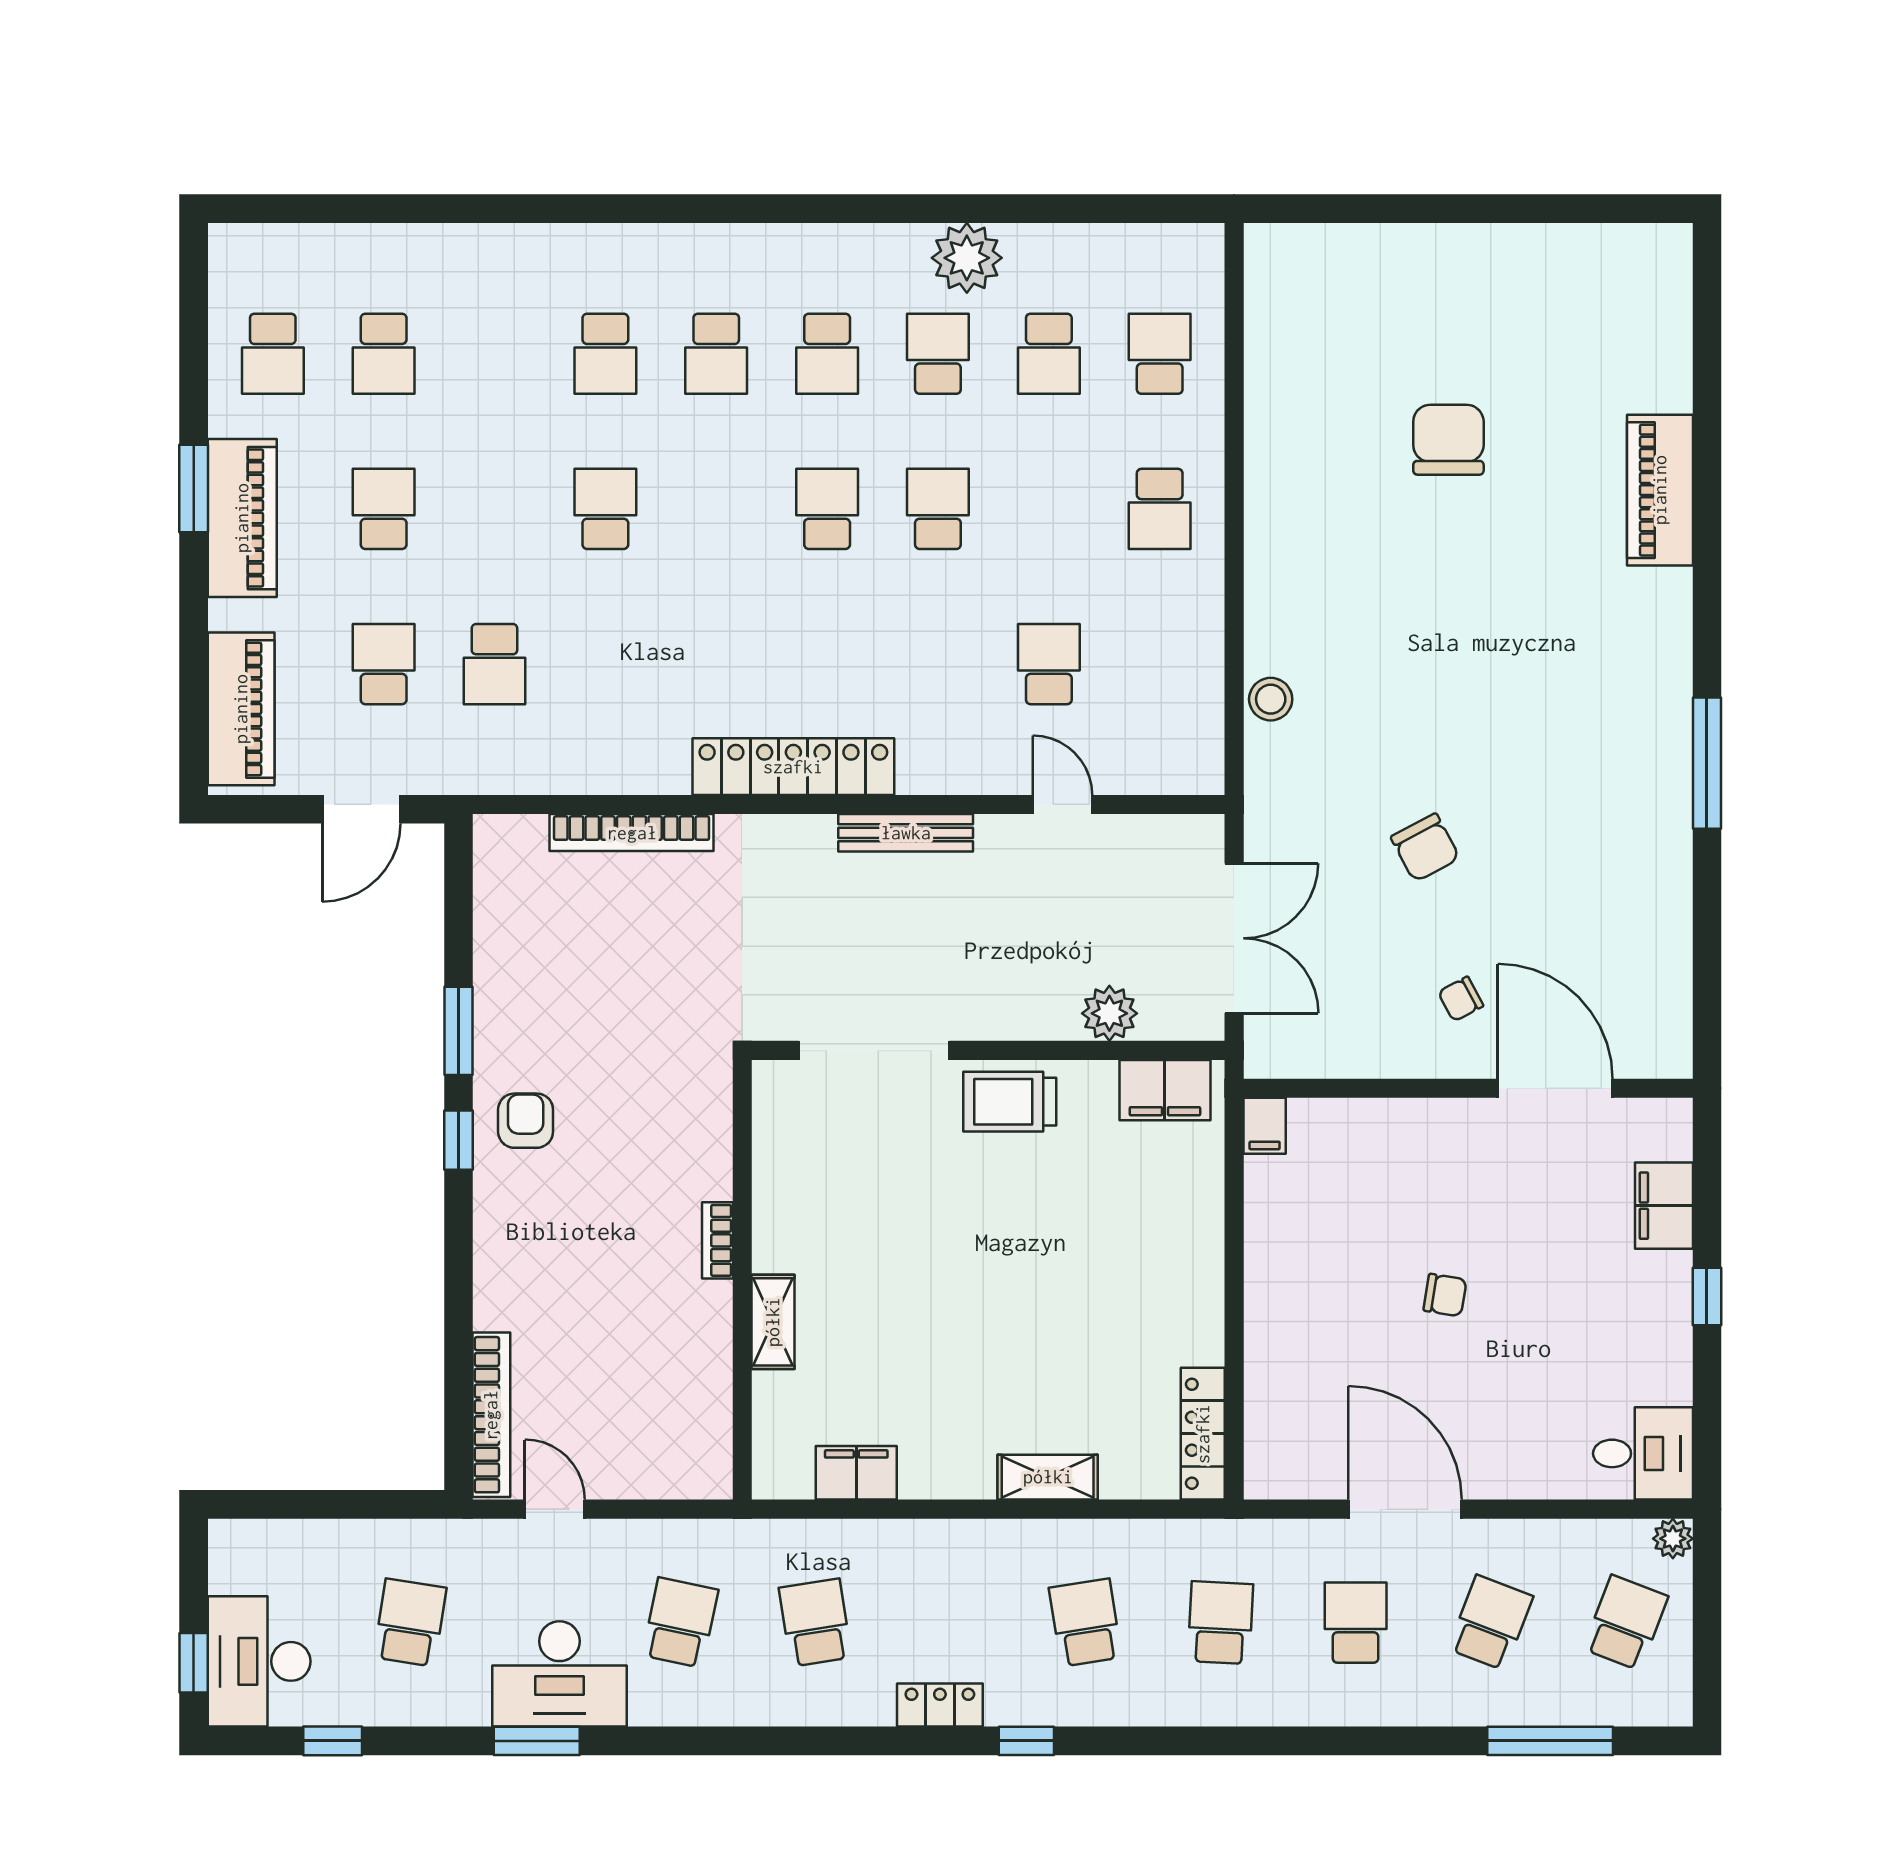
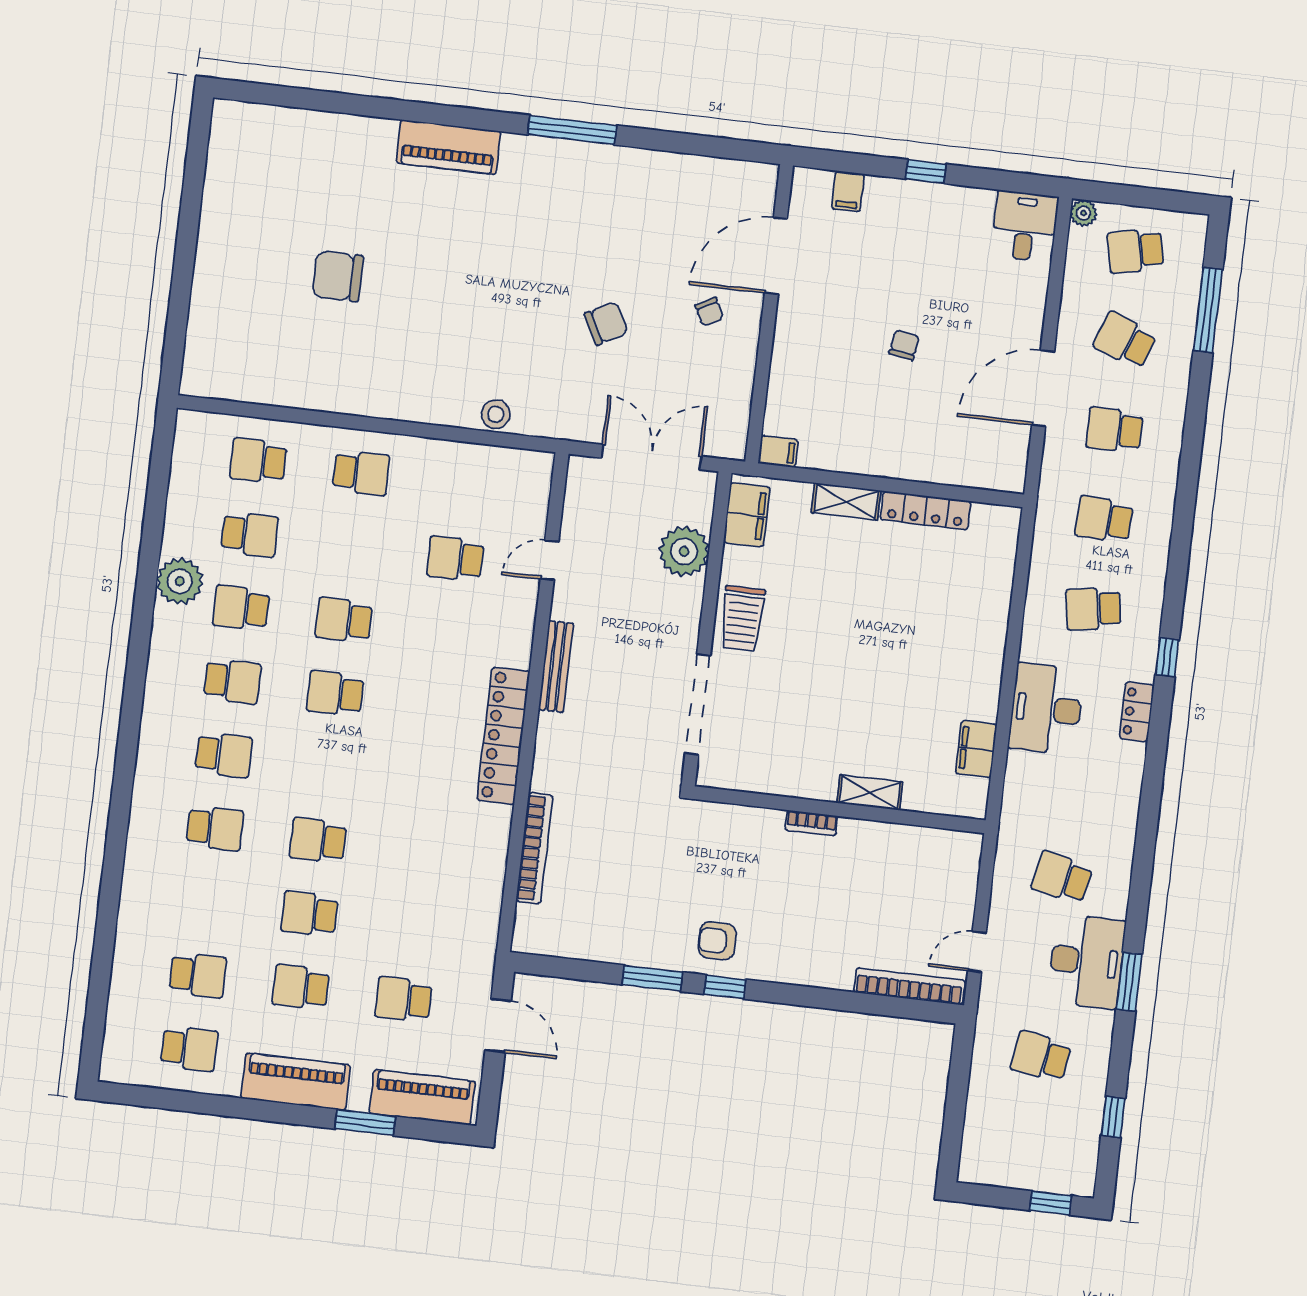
window: (194, 488) -> (365, 1123), moved
piano: (1660, 490) -> (448, 147), moved
school desk: (494, 664) -> (309, 914), moved, turned 180
plant: (1109, 1013) -> (684, 551), width x1.36, depth x1.36
filing cabinet: (1664, 1206) -> (848, 191), width x0.50
locker: (1203, 1434) -> (926, 510), moved
shelving: (1048, 1477) -> (846, 501), moved, turned 90
school desk: (815, 1623) -> (1072, 788), removed
school desk: (1626, 1623) -> (1135, 251), turned -33
desk: (259, 1661) -> (1046, 709), moved, turned 90

